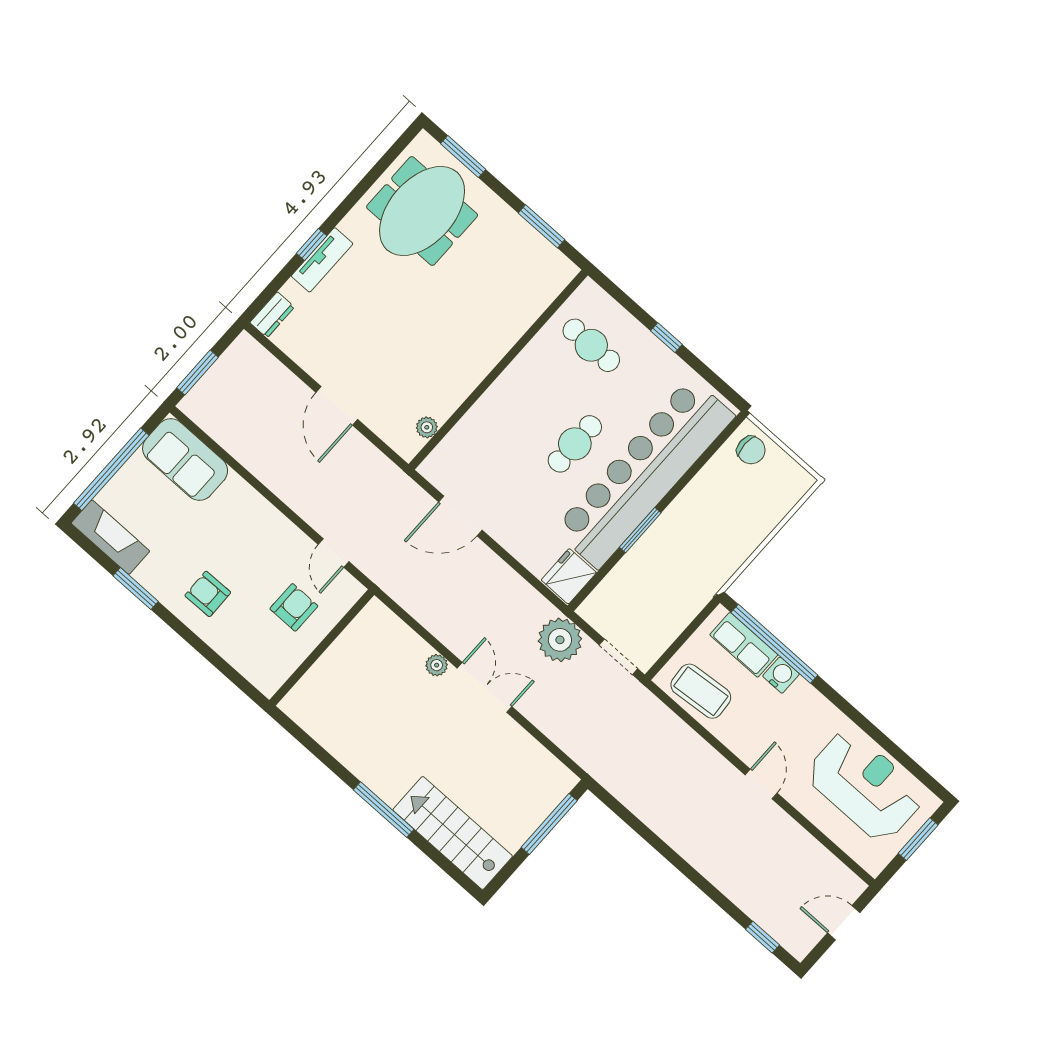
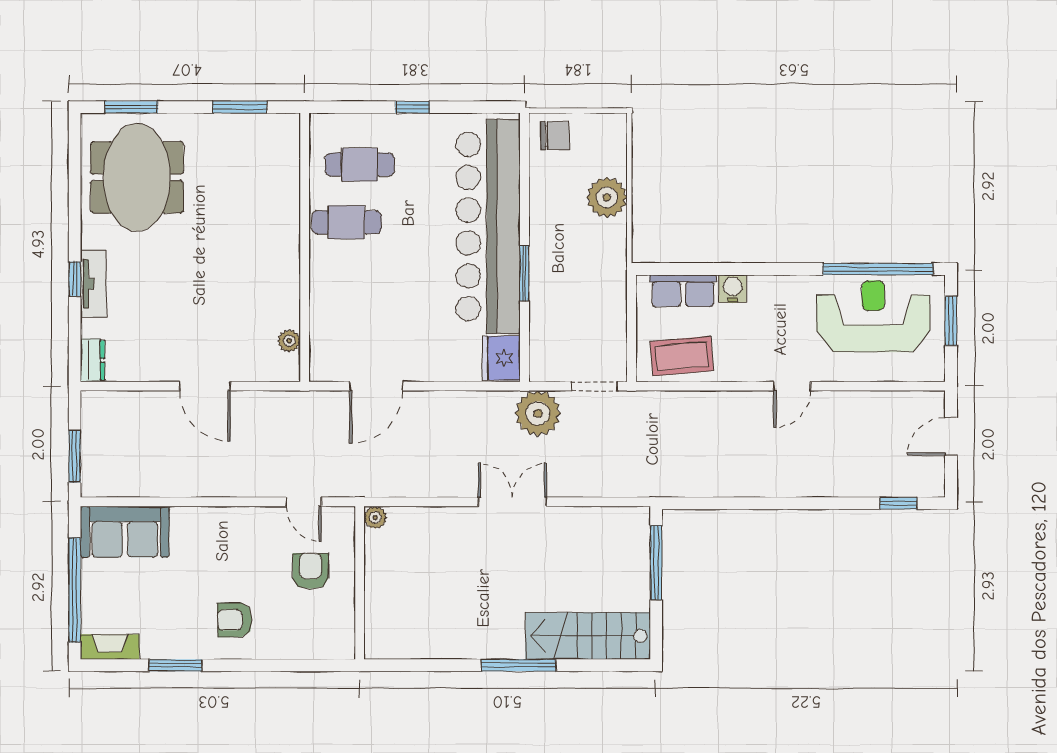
cafe table: (575, 444) -> (347, 222), moved, turned 90
plant: (749, 528) -> (607, 197), added
fireplace: (110, 537) -> (110, 647), width x0.73, depth x0.76
window: (774, 644) -> (878, 269), moved
plant: (437, 665) -> (375, 518), moved
door: (761, 784) -> (792, 386), swing flipped

